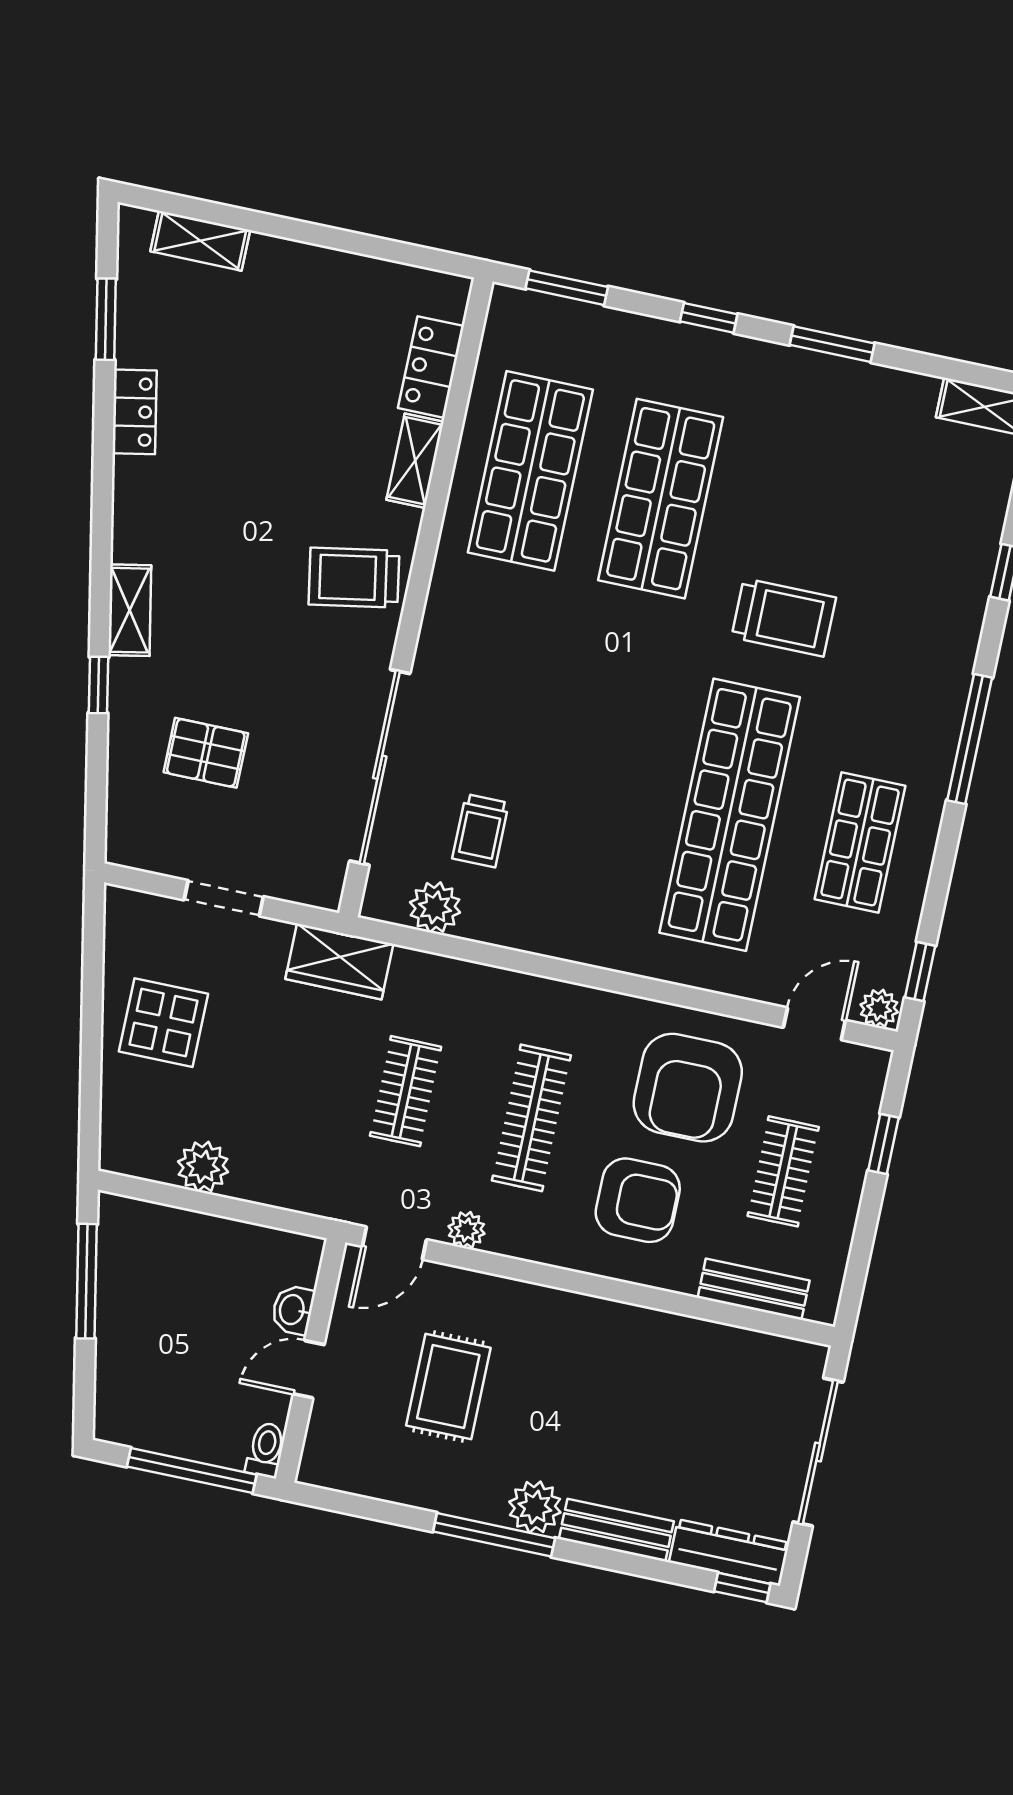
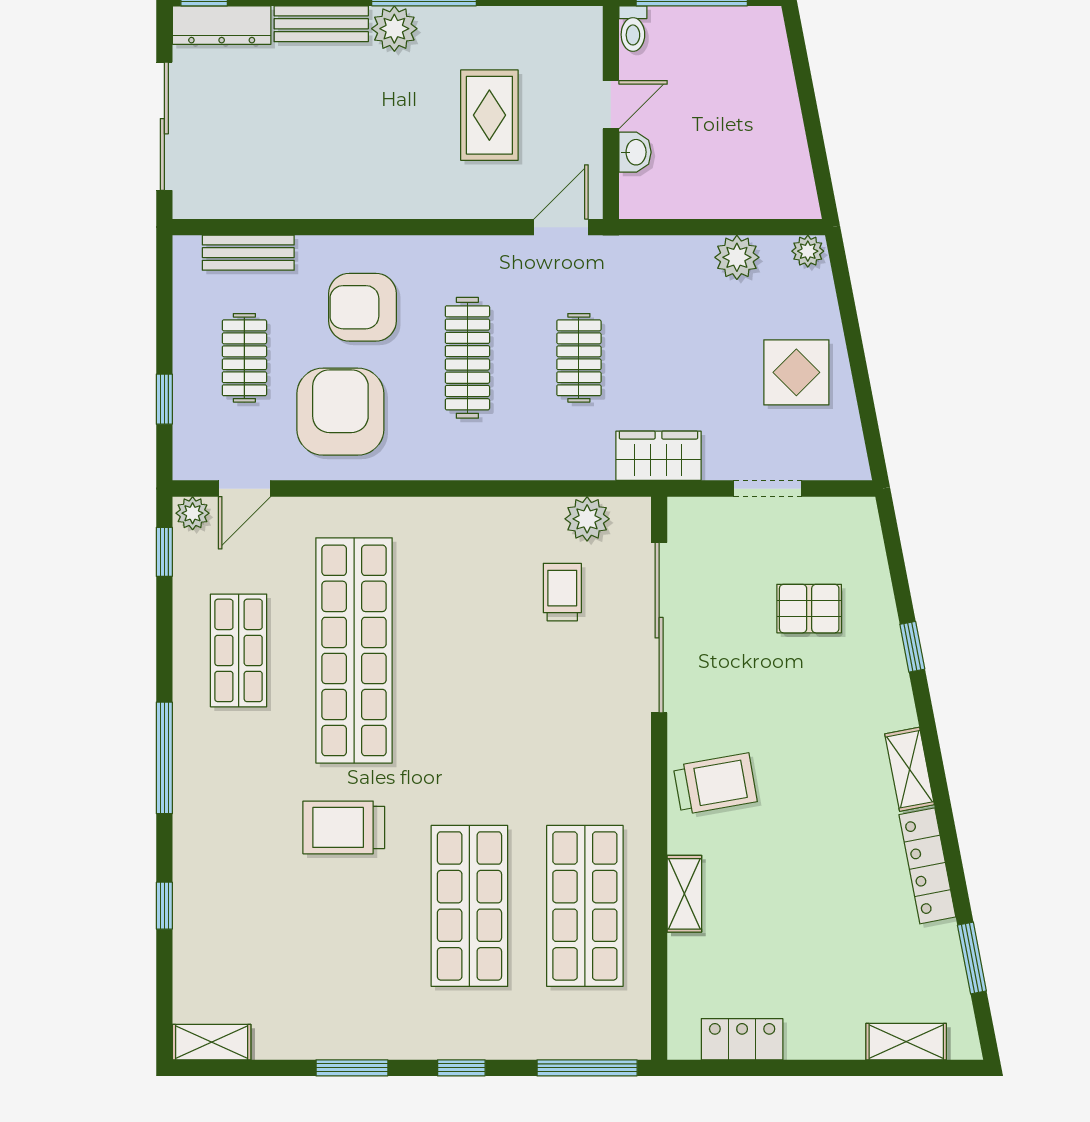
window: (567, 288) -> (587, 1068), width x1.44
locker: (431, 367) -> (742, 1039), moved, turned -90
locker: (135, 412) -> (927, 866), width x1.53
shelving: (130, 610) -> (910, 769), moved
plant: (466, 1230) -> (808, 251), moved
window: (87, 1281) -> (815, 139), removed

